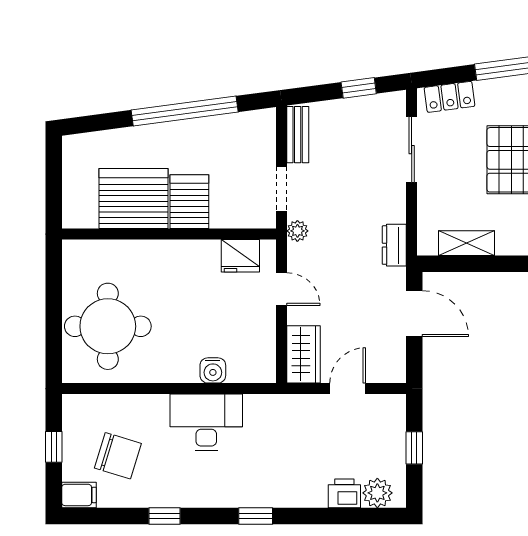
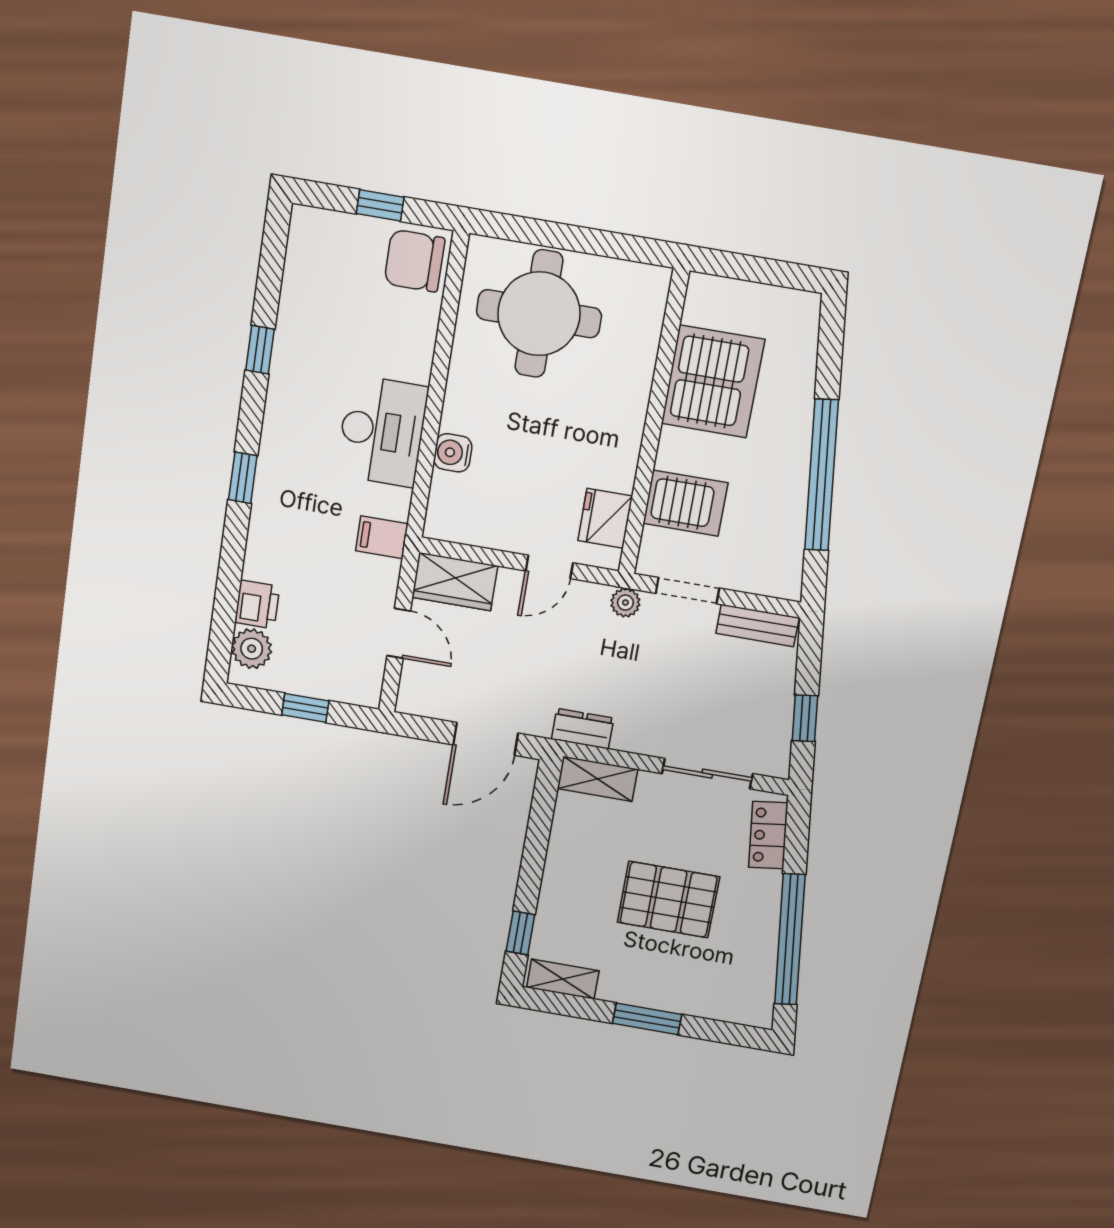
server rack: (189, 202) -> (685, 503), moved
shelving: (467, 243) -> (597, 779), moved, turned 90
chair: (118, 456) -> (414, 261), moved, turned 73
filing cabinet: (79, 495) -> (382, 537), moved, turned 90

